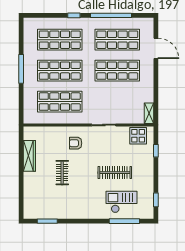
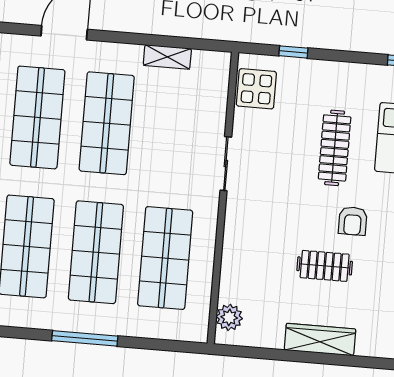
shelving: (149, 113) -> (167, 57), moved
plant: (36, 132) -> (229, 317), added
armchair: (76, 143) -> (353, 221), moved
wardrobe: (29, 156) -> (320, 340), moved

